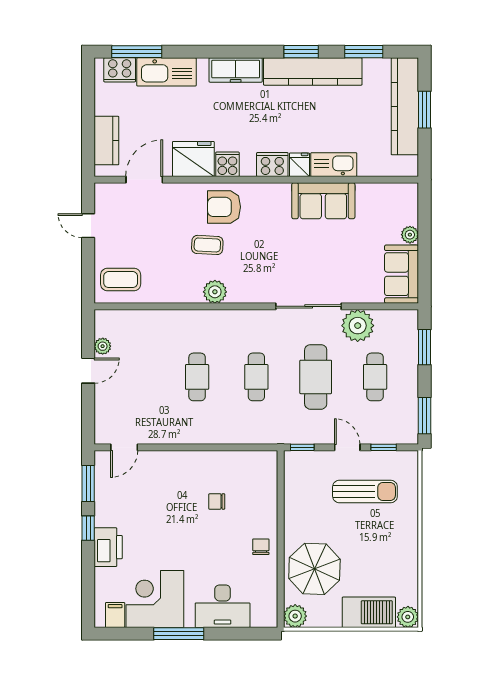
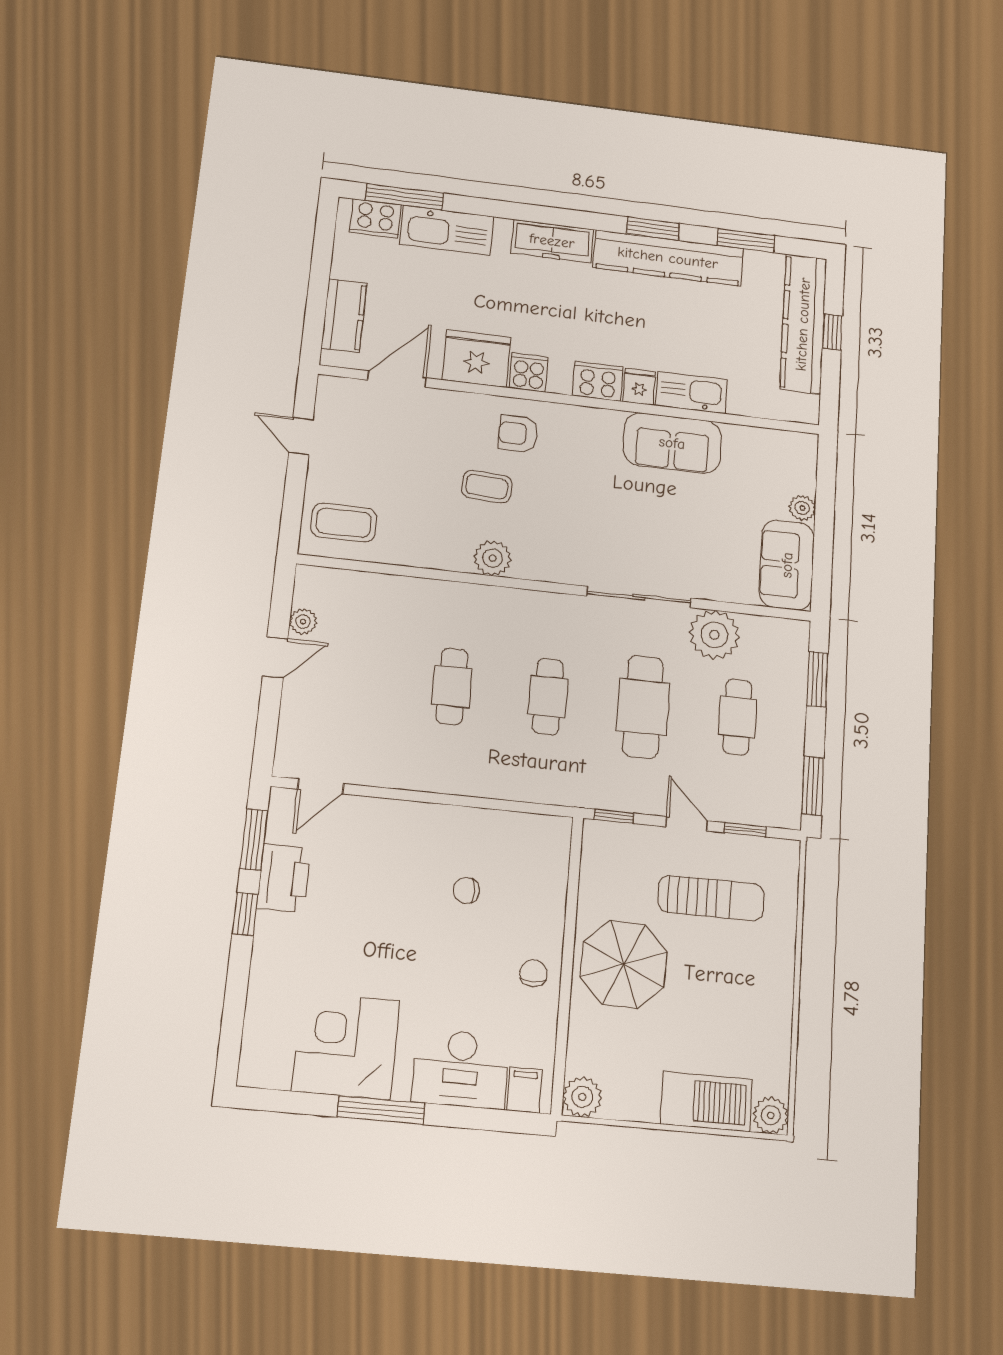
window: (425, 110) -> (832, 332), width x0.67
armchair: (224, 207) -> (518, 434), width x0.72, depth x0.72
printer: (108, 547) -> (284, 878), moved
parasol: (314, 569) -> (624, 964), moved
filing cabinet: (115, 615) -> (524, 1090), moved

